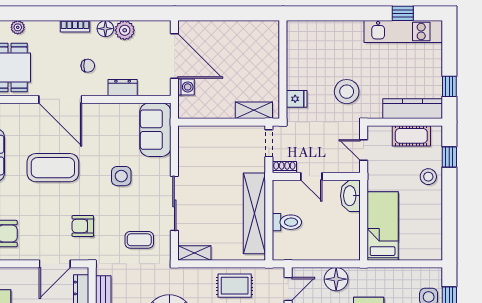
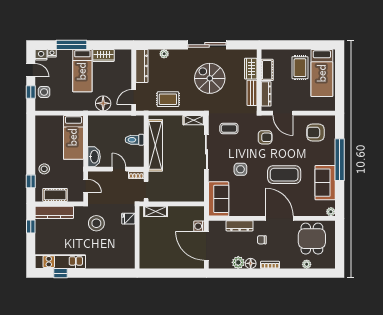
dresser: (123, 88) -> (240, 226), width x1.44
door: (55, 264) -> (283, 113), swing flipped

